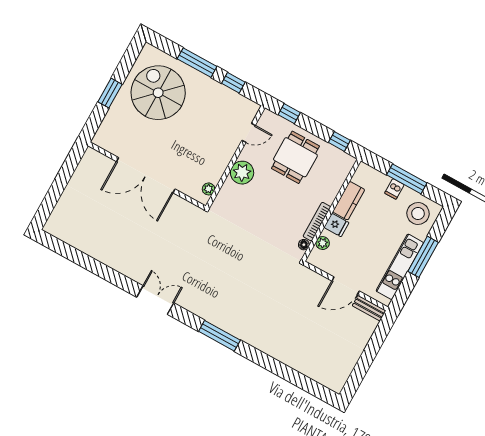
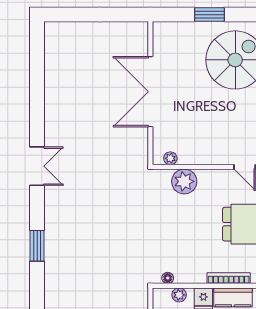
plant: (242, 173) -> (184, 181), moved
bookcase: (317, 222) -> (229, 278), moved
window: (219, 336) -> (37, 246), width x0.69

